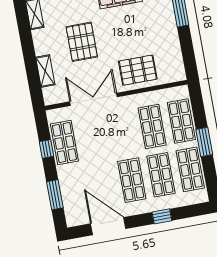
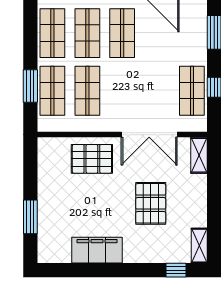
shelving: (45, 71) -> (199, 155), moved
window: (204, 142) -> (30, 86), moved

